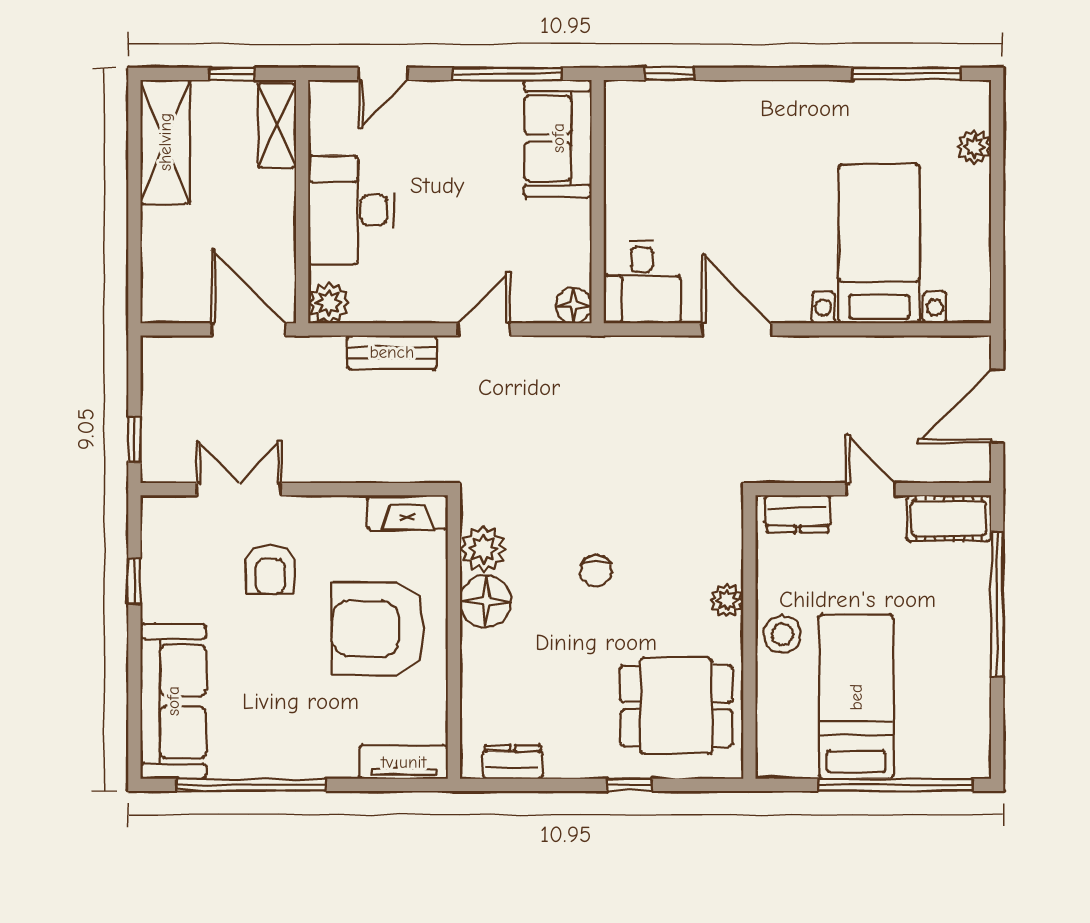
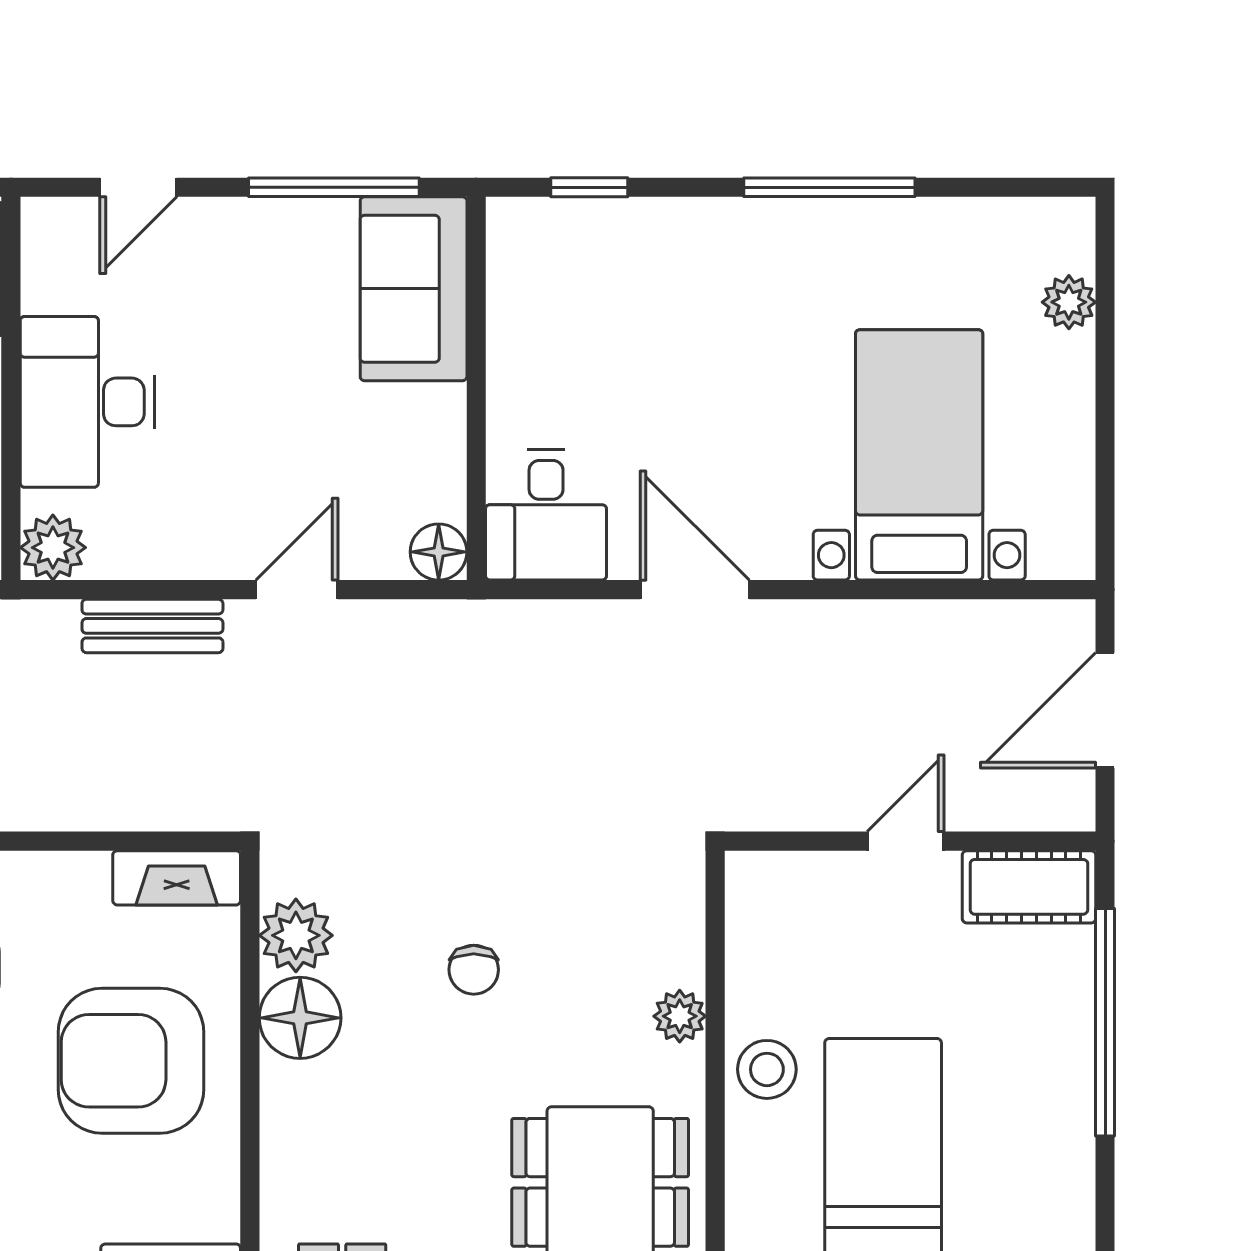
window: (907, 74) -> (829, 187), moved
door: (870, 489) -> (906, 841), hinge flipped
dresser: (798, 514) -> (791, 880), removed

